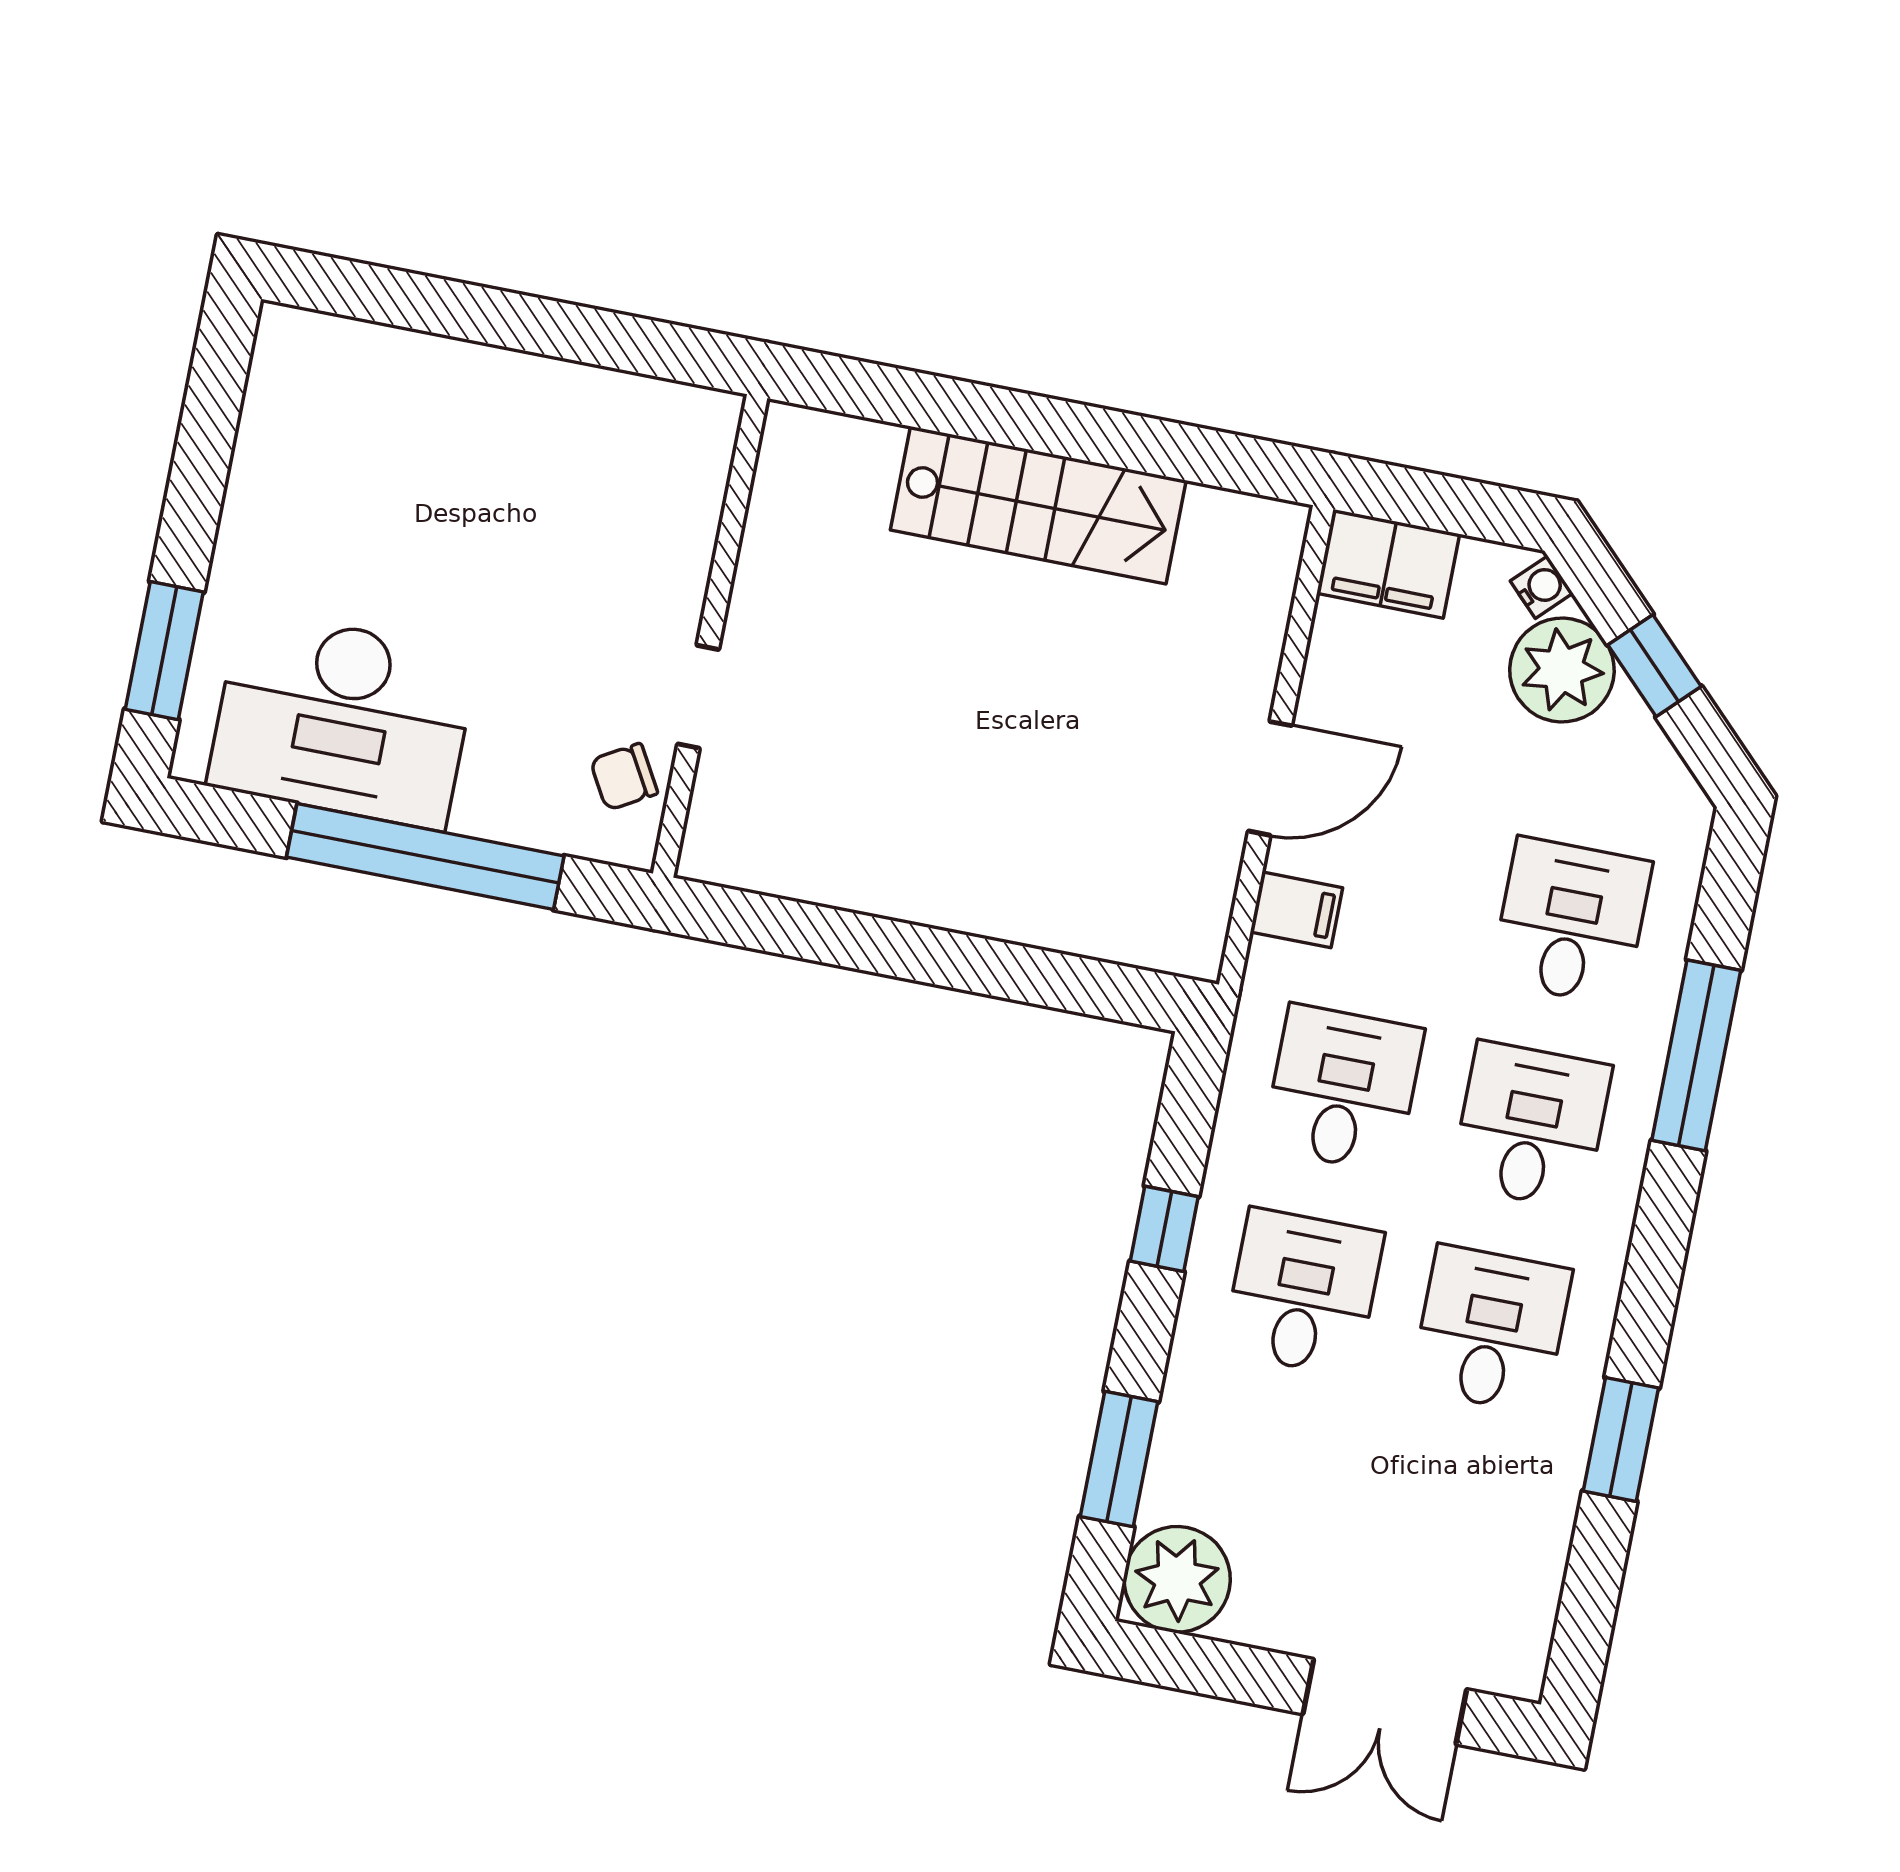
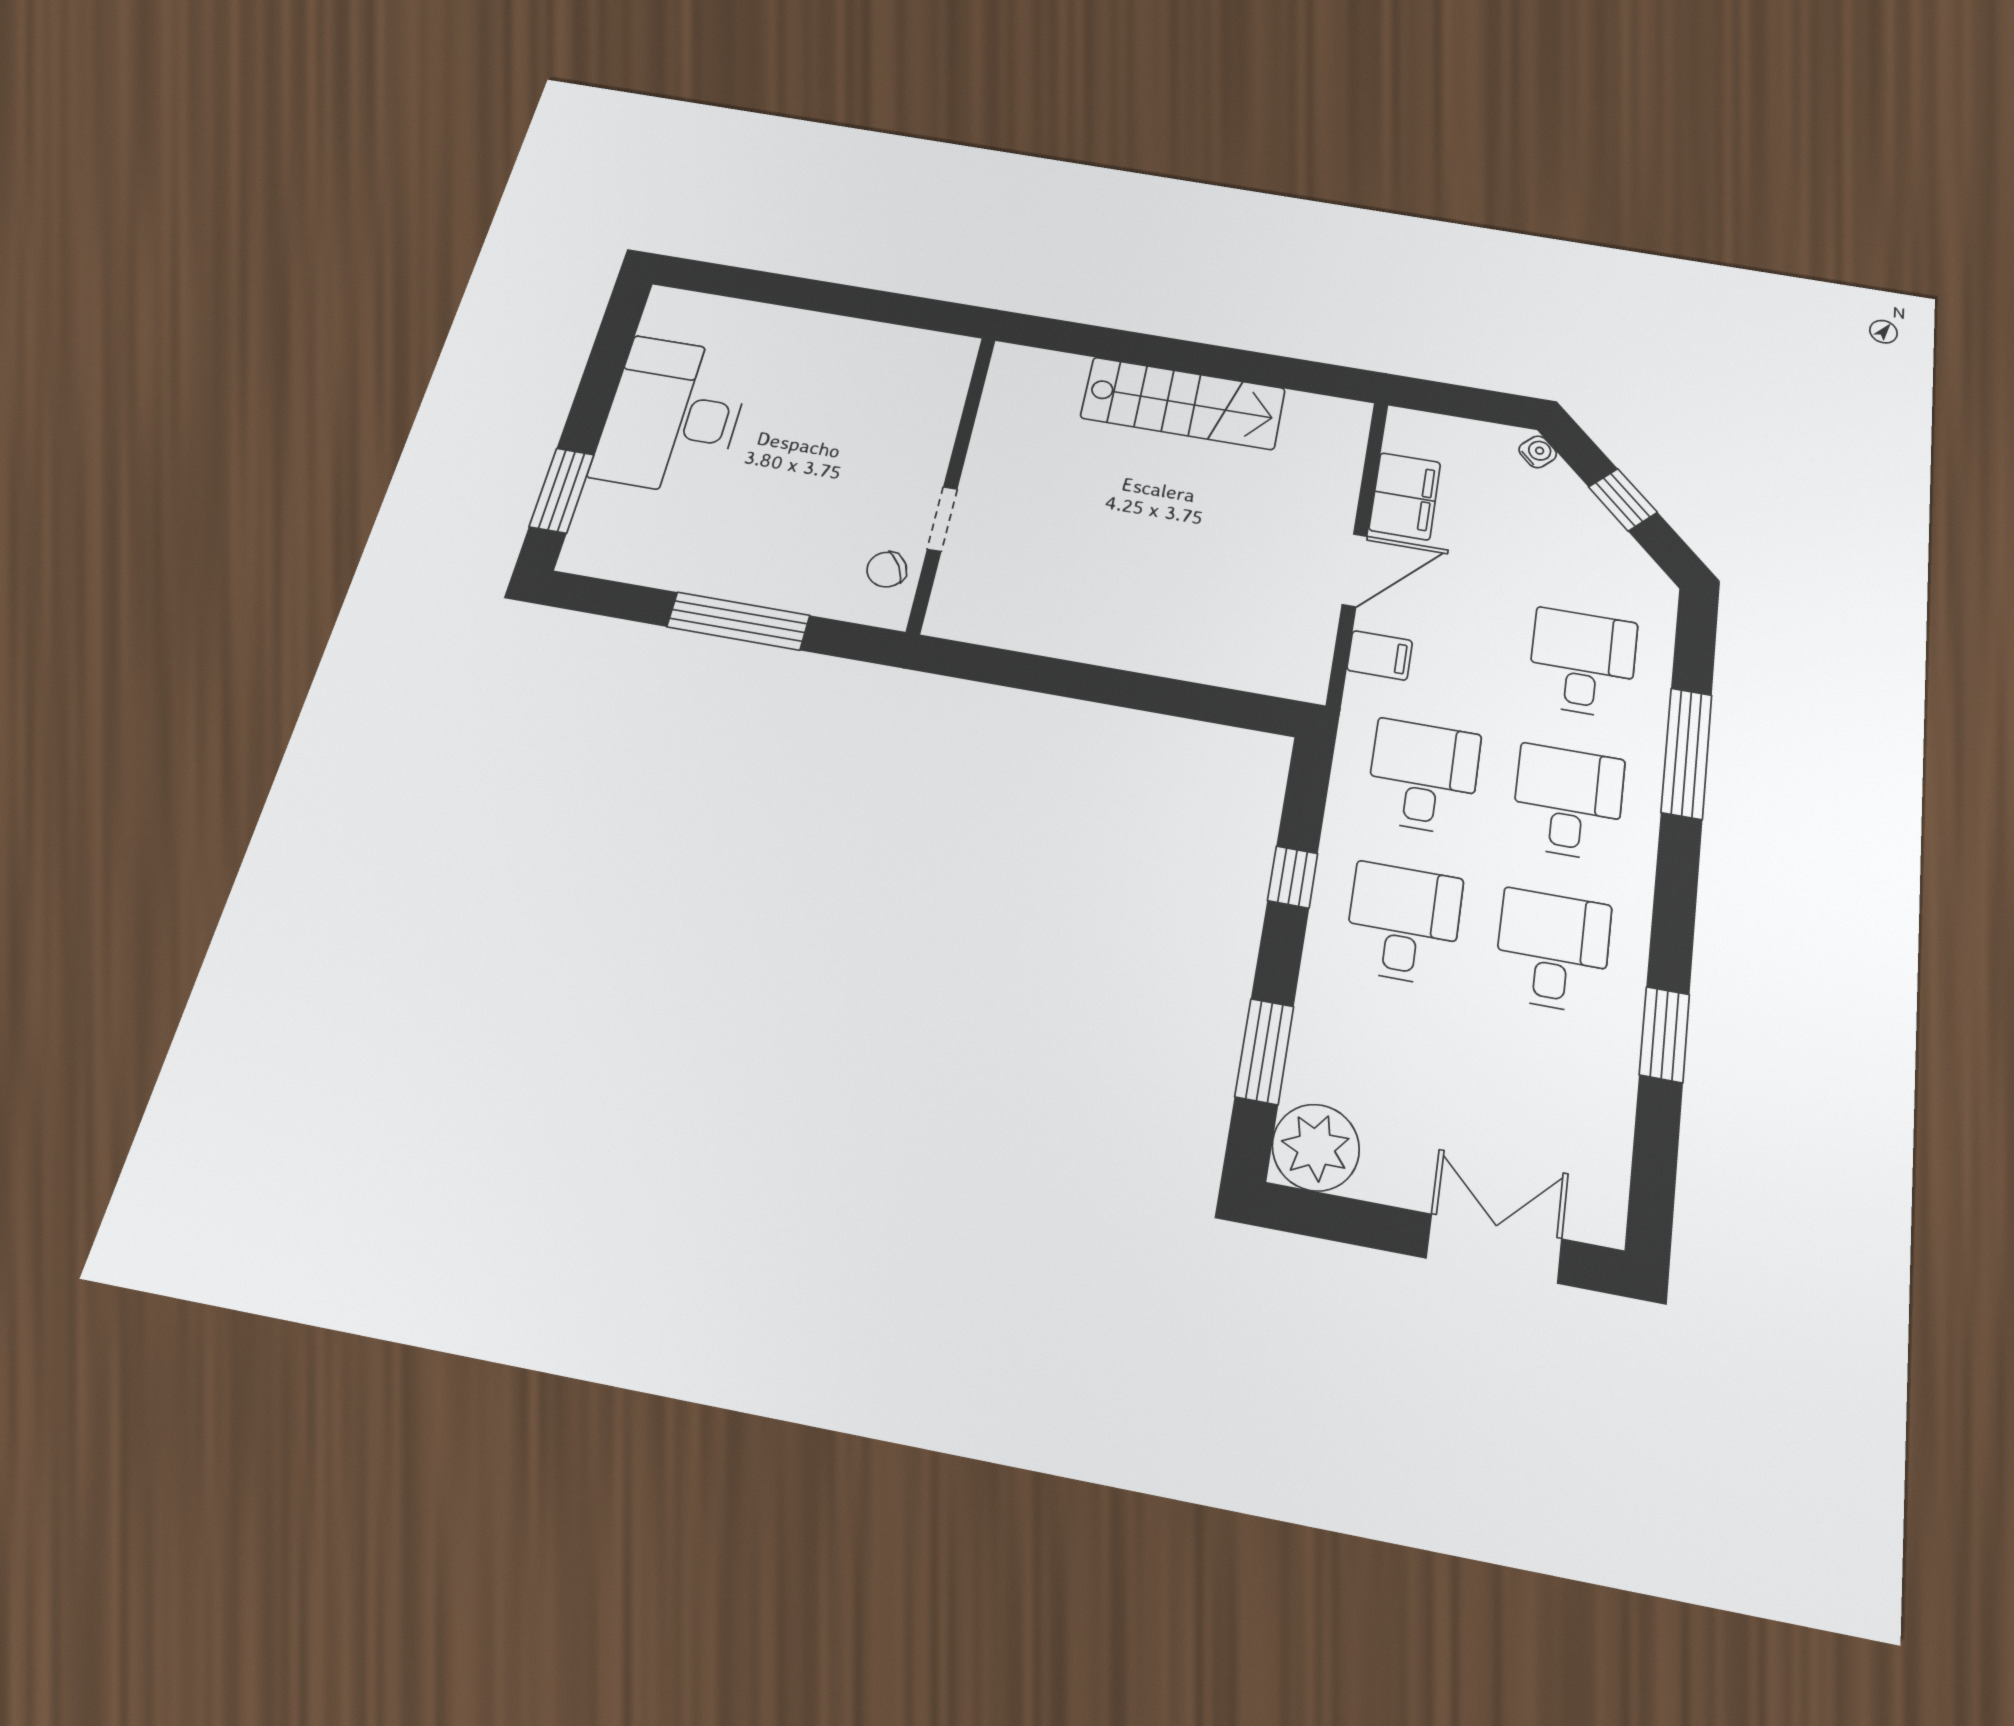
filing cabinet: (1388, 564) -> (1405, 496), moved, turned -90
plant: (1562, 670) -> (1558, 502), removed
desk: (343, 720) -> (673, 416), moved, turned 90
window: (425, 857) -> (738, 621), width x0.68
double door: (1385, 1702) -> (1494, 1249), swing flipped

